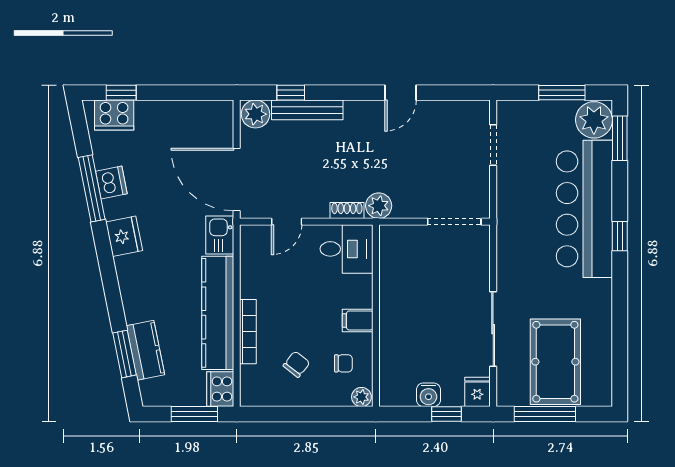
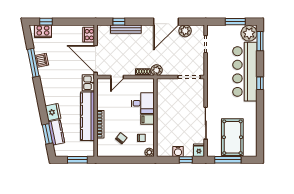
door: (401, 93) -> (166, 22), width x1.88
plant: (255, 114) -> (185, 31), moved
fridge: (124, 236) -> (53, 112), moved
desk: (347, 249) -> (143, 103), moved
cooker: (220, 389) -> (89, 35), moved

